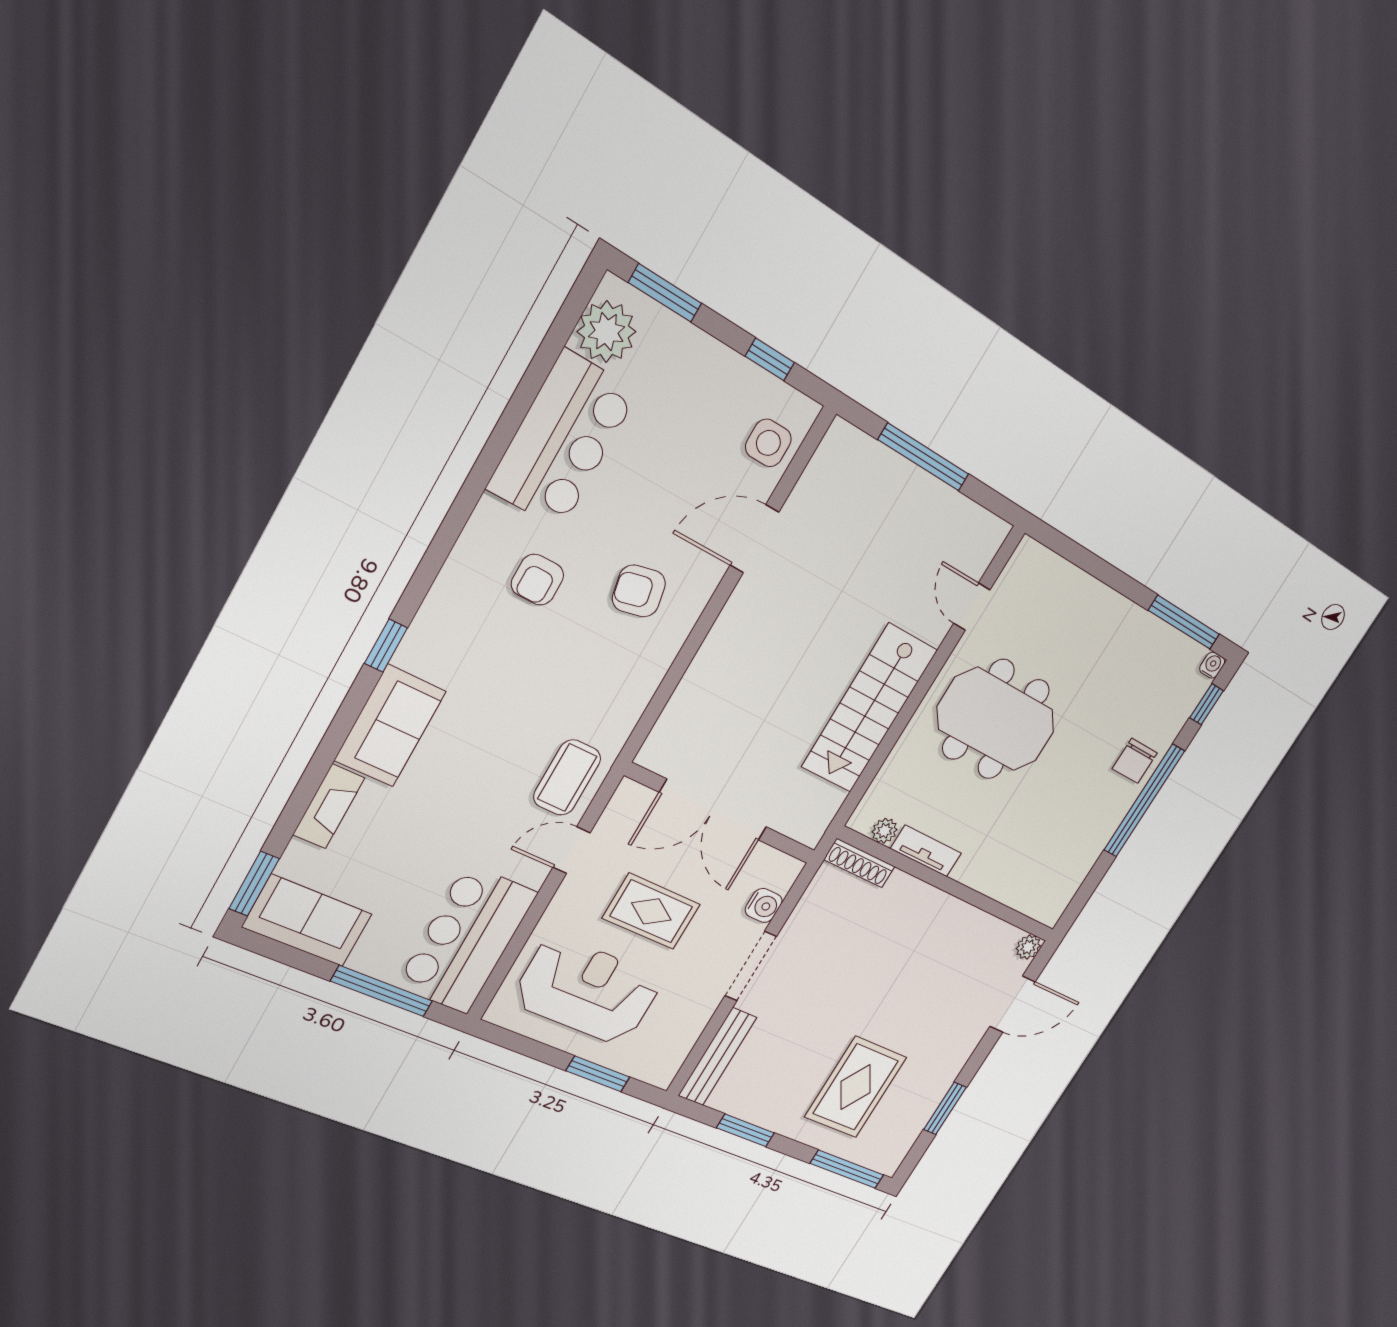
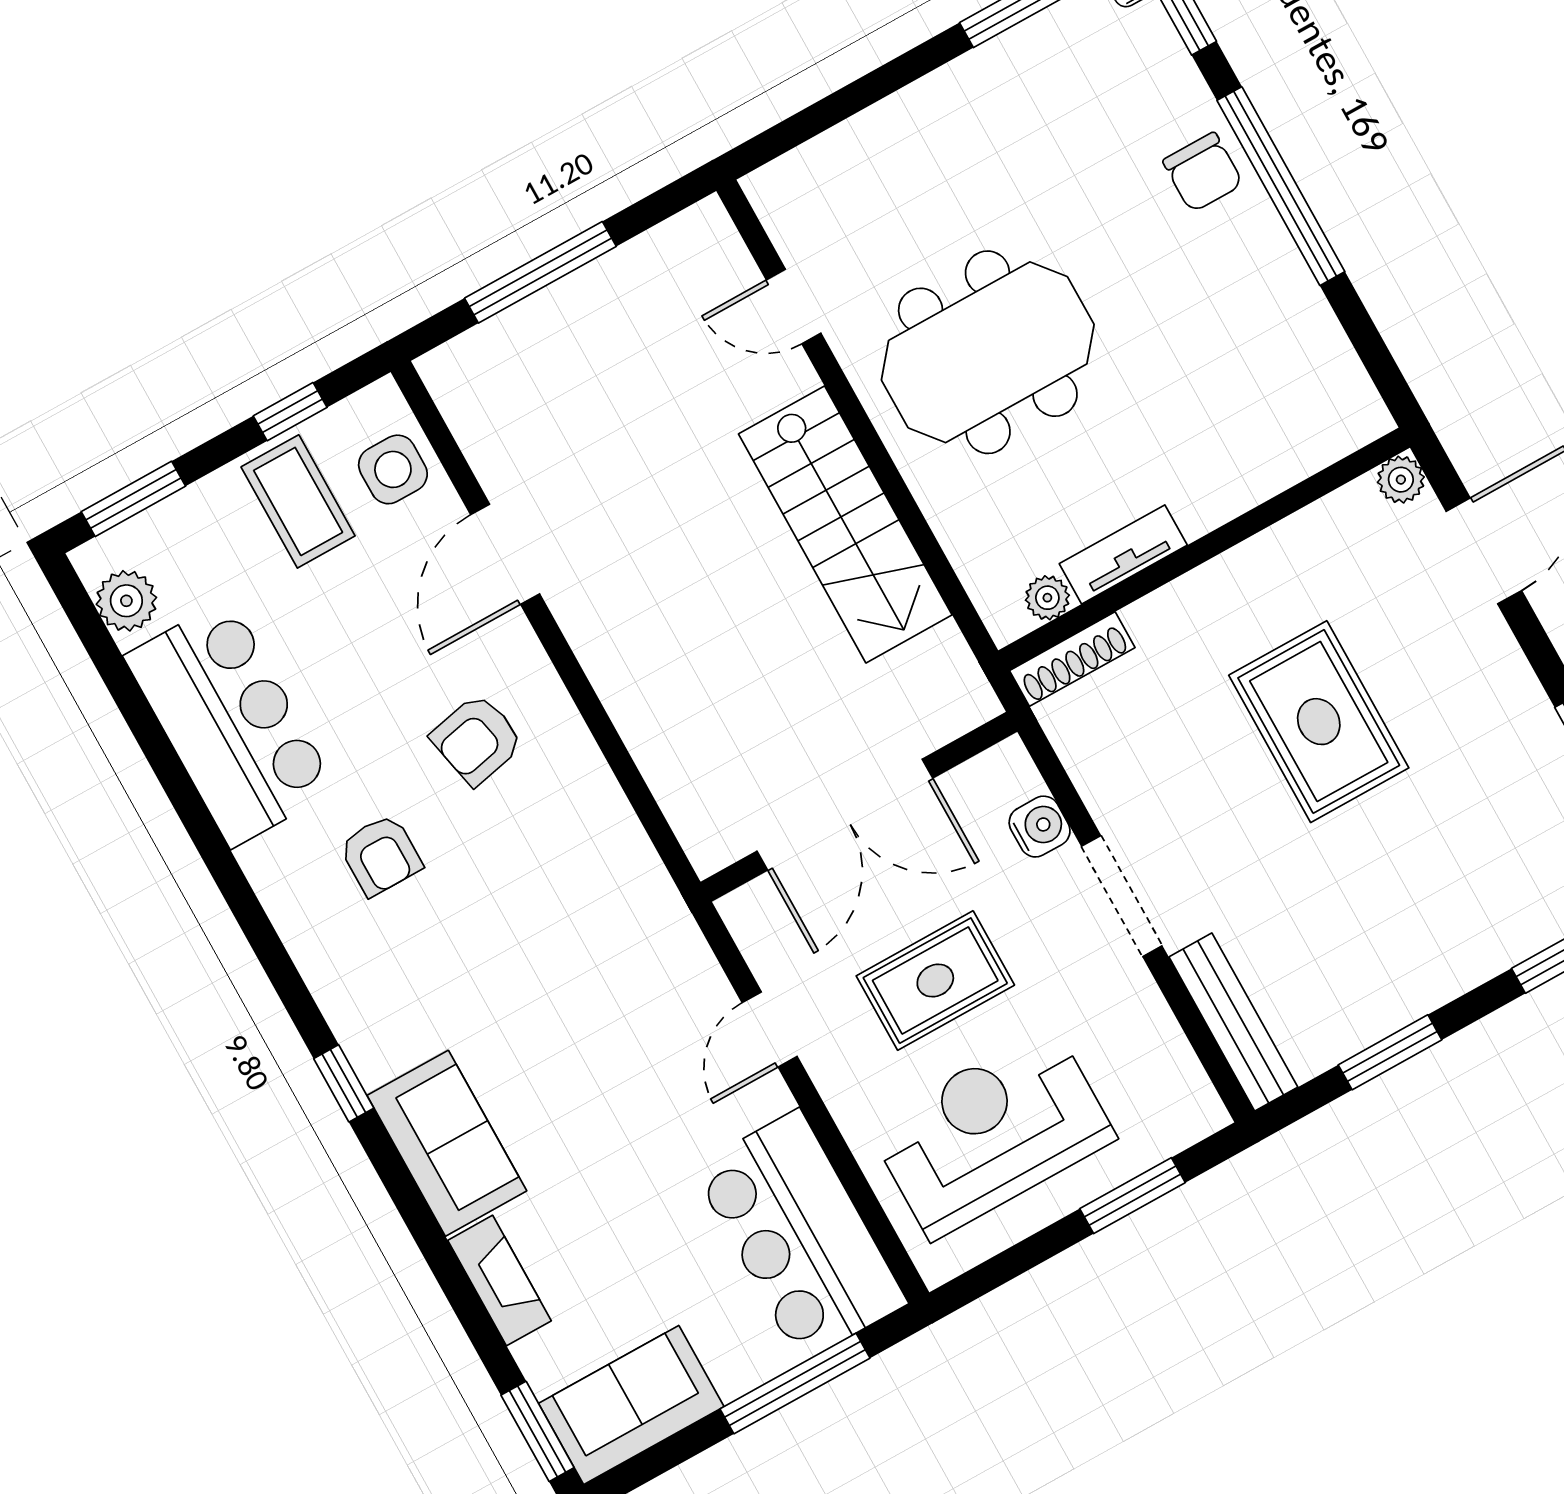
plant: (607, 332) -> (126, 601), width x0.73, depth x0.73
coffee table: (567, 778) -> (298, 501), moved
rug: (856, 1087) -> (1319, 722), moved

